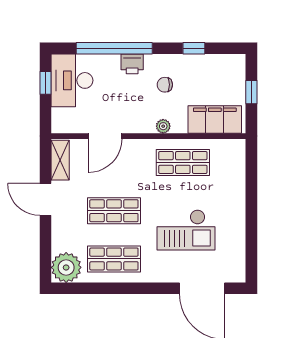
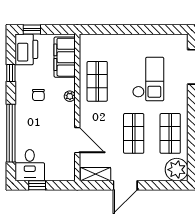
printer: (132, 64) -> (26, 49), moved, width x1.87, depth x1.48
desk: (72, 80) -> (30, 165), width x0.73
window: (251, 92) -> (32, 30), moved

